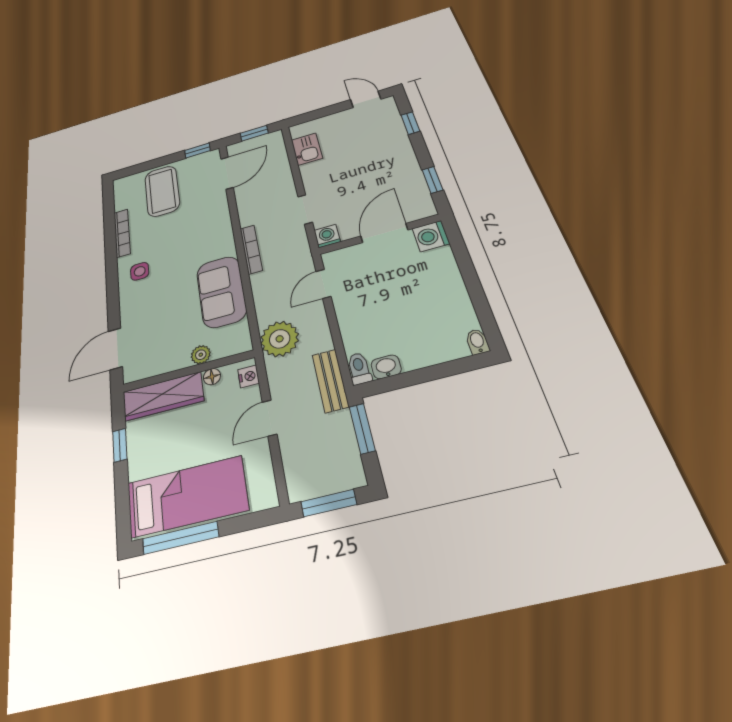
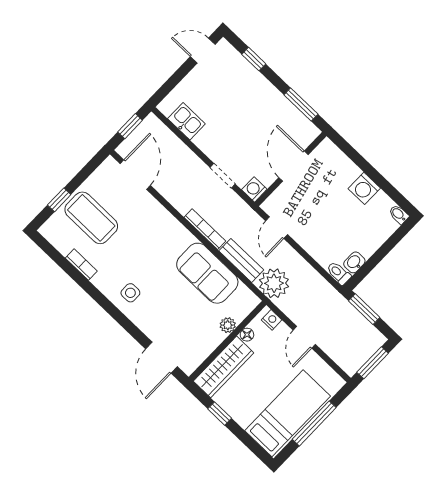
window: (197, 150) -> (59, 200), moved
window: (432, 180) -> (301, 104), width x1.50
bookcase: (122, 233) -> (81, 265), width x0.64
washing machine: (431, 236) -> (364, 188), moved
bench: (330, 381) -> (241, 260), moved
window: (180, 538) -> (314, 423), moved

